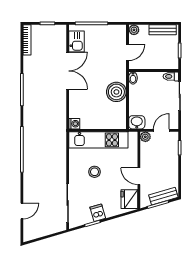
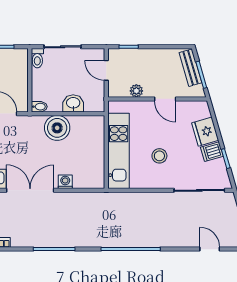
washbasin: (137, 122) -> (73, 103), moved, turned 90
washing machine: (74, 124) -> (65, 182), moved
plant: (145, 137) -> (136, 91), moved
door: (139, 176) -> (165, 99), hinge flipped
fridge: (129, 199) -> (205, 132), moved, turned 74

